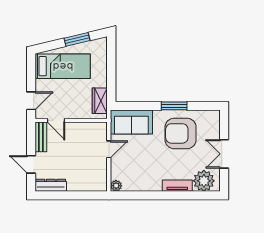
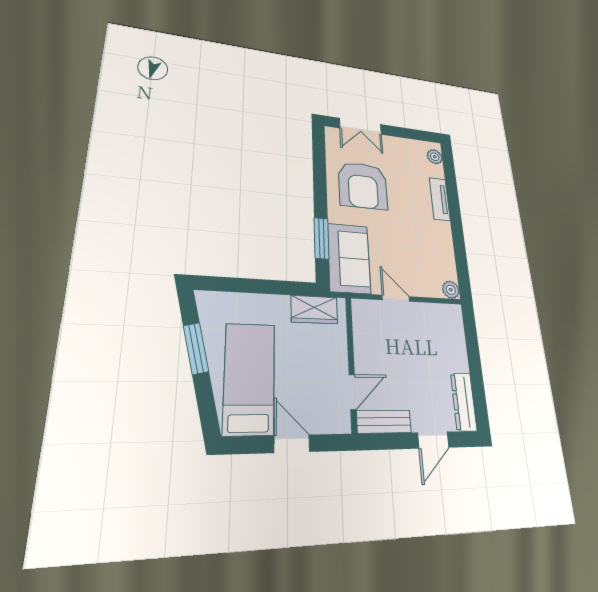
door: (31, 101) -> (292, 444), moved
window: (174, 106) -> (321, 238), moved
double door: (224, 154) -> (360, 126), moved
plant: (204, 181) -> (435, 157), width x0.53, depth x0.53

